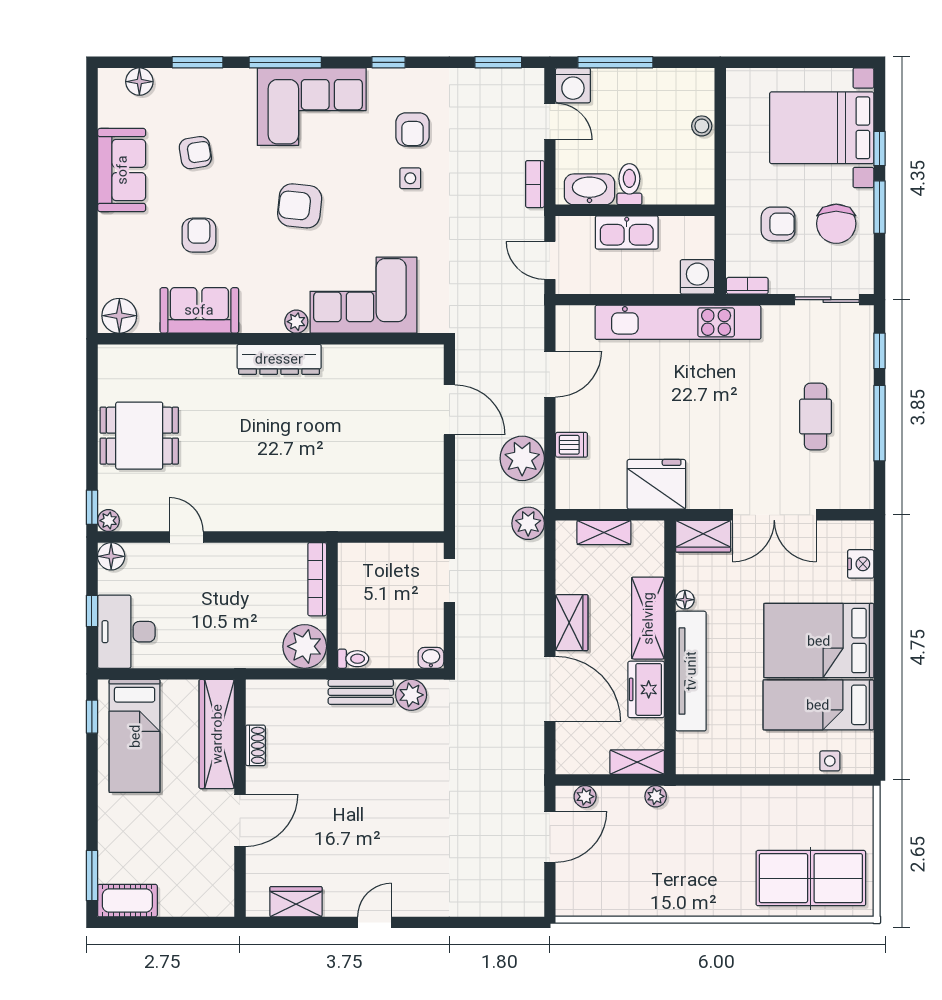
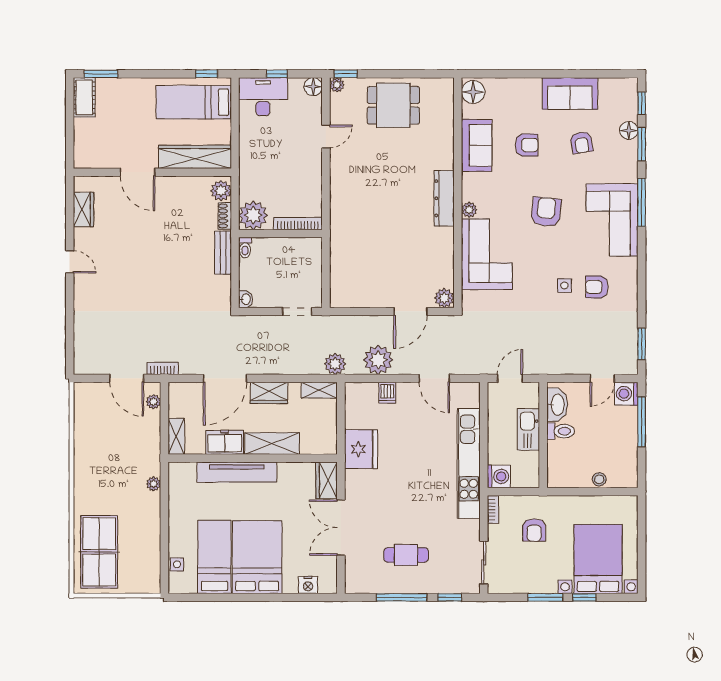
window: (389, 62) -> (642, 103), moved
floor lamp: (139, 82) -> (629, 130), moved
bookcase: (535, 184) -> (163, 368), moved
chair: (836, 224) -> (534, 569), removed
plant: (429, 359) -> (444, 298), added
dining table: (139, 436) -> (393, 105), turned 90
shelving: (604, 532) -> (319, 390), moved, turned 90
floor lamp: (685, 600) -> (284, 468), removed
plant: (411, 695) -> (221, 191), moved
shoe rack: (255, 745) -> (225, 216), moved, turned 90
plant: (656, 796) -> (154, 484), moved

